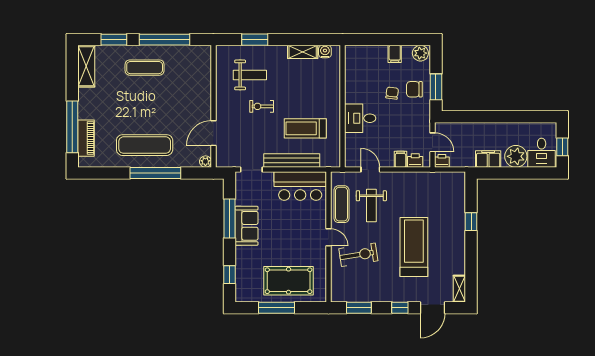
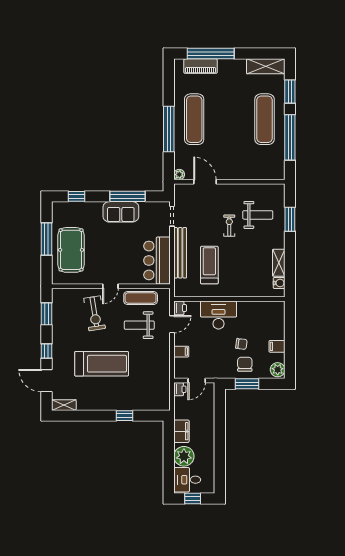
exercise mat: (145, 68) -> (265, 119), width x1.36, depth x1.45
weight bench: (250, 75) -> (258, 215), turned -90
desk: (360, 118) -> (219, 315), width x1.37
printer: (415, 161) -> (180, 308), moved

